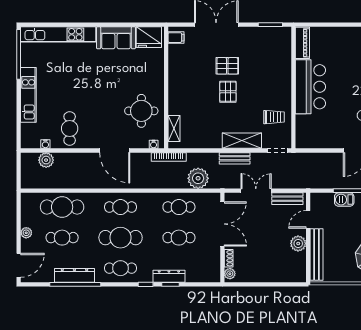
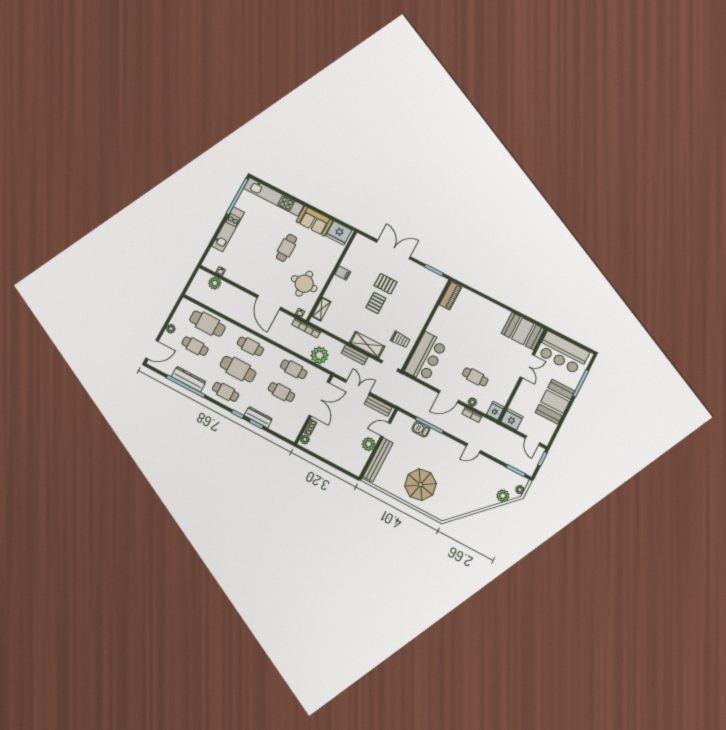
filing cabinet: (176, 38) -> (343, 273), moved
bar counter: (310, 87) -> (426, 357), moved
cafe table: (70, 128) -> (286, 248), moved

